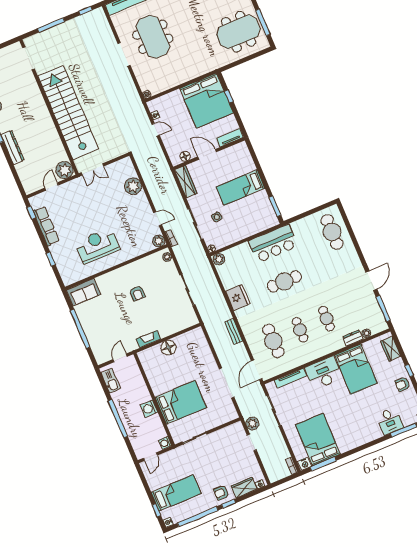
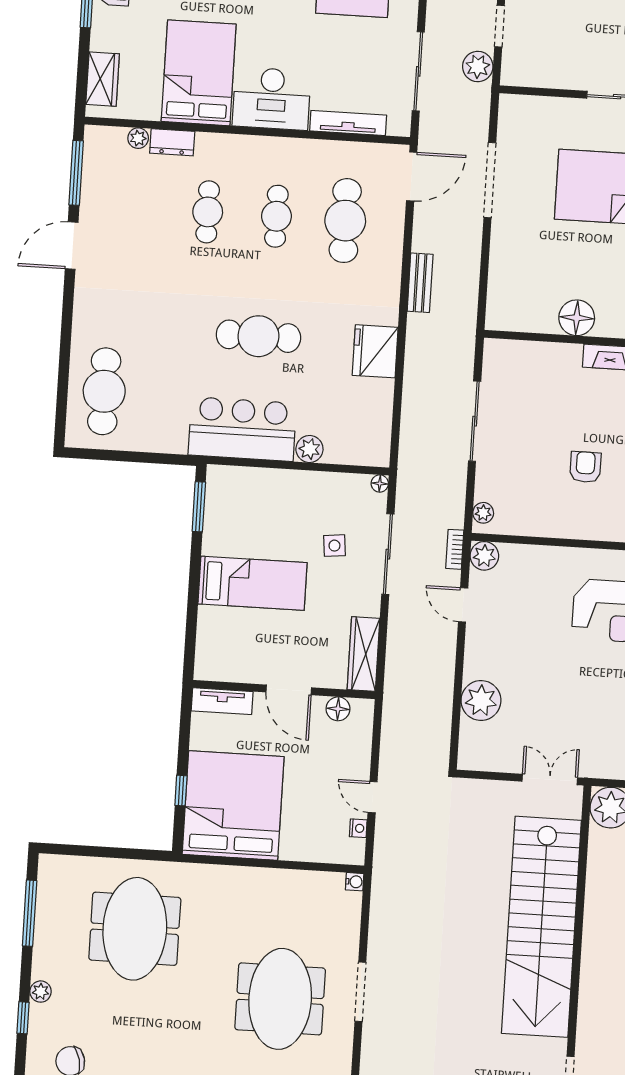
meeting table: (238, 32) -> (135, 929), moved, turned 90
plant: (219, 259) -> (309, 449), moved

